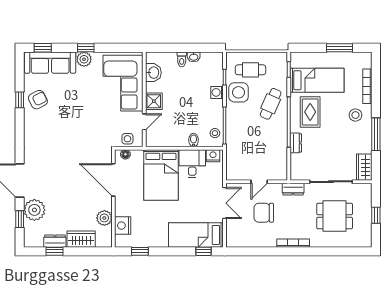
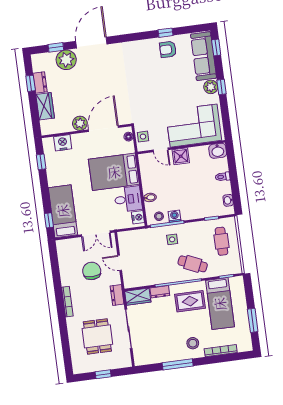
washbasin: (194, 57) -> (228, 200), moved
washbasin: (153, 73) -> (218, 151), moved
washing machine: (217, 92) -> (175, 216), moved
side table: (238, 92) -> (172, 239), moved, width x0.54, depth x0.54
armchair: (38, 100) -> (168, 49), turned 118
wardrobe: (364, 167) -> (138, 297), moved, turned 180
plant: (104, 218) -> (80, 123), moved

